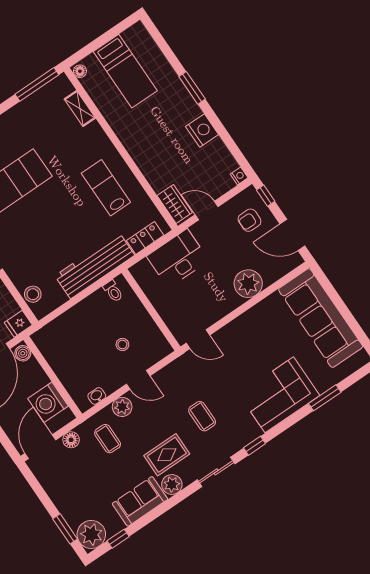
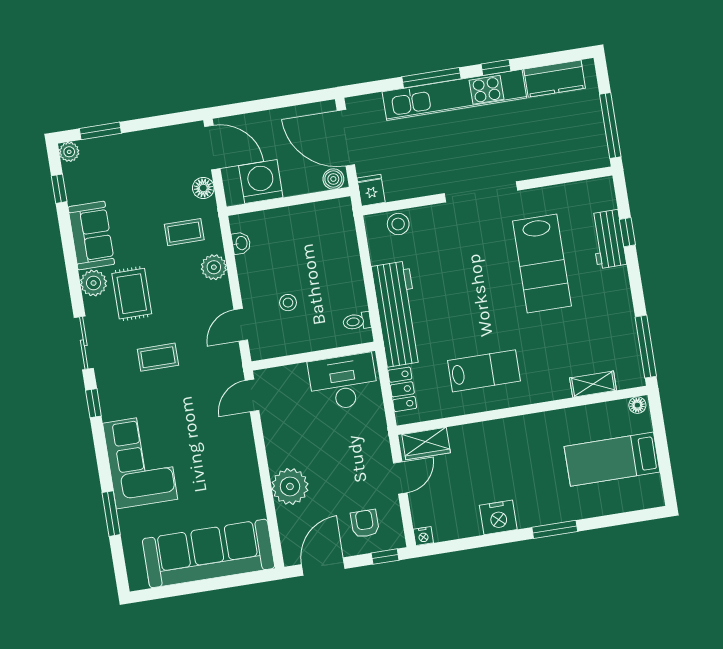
desk: (178, 258) -> (343, 382), moved, turned -90
door: (138, 380) -> (241, 325), moved
plant: (91, 534) -> (69, 152), width x0.53, depth x0.53

